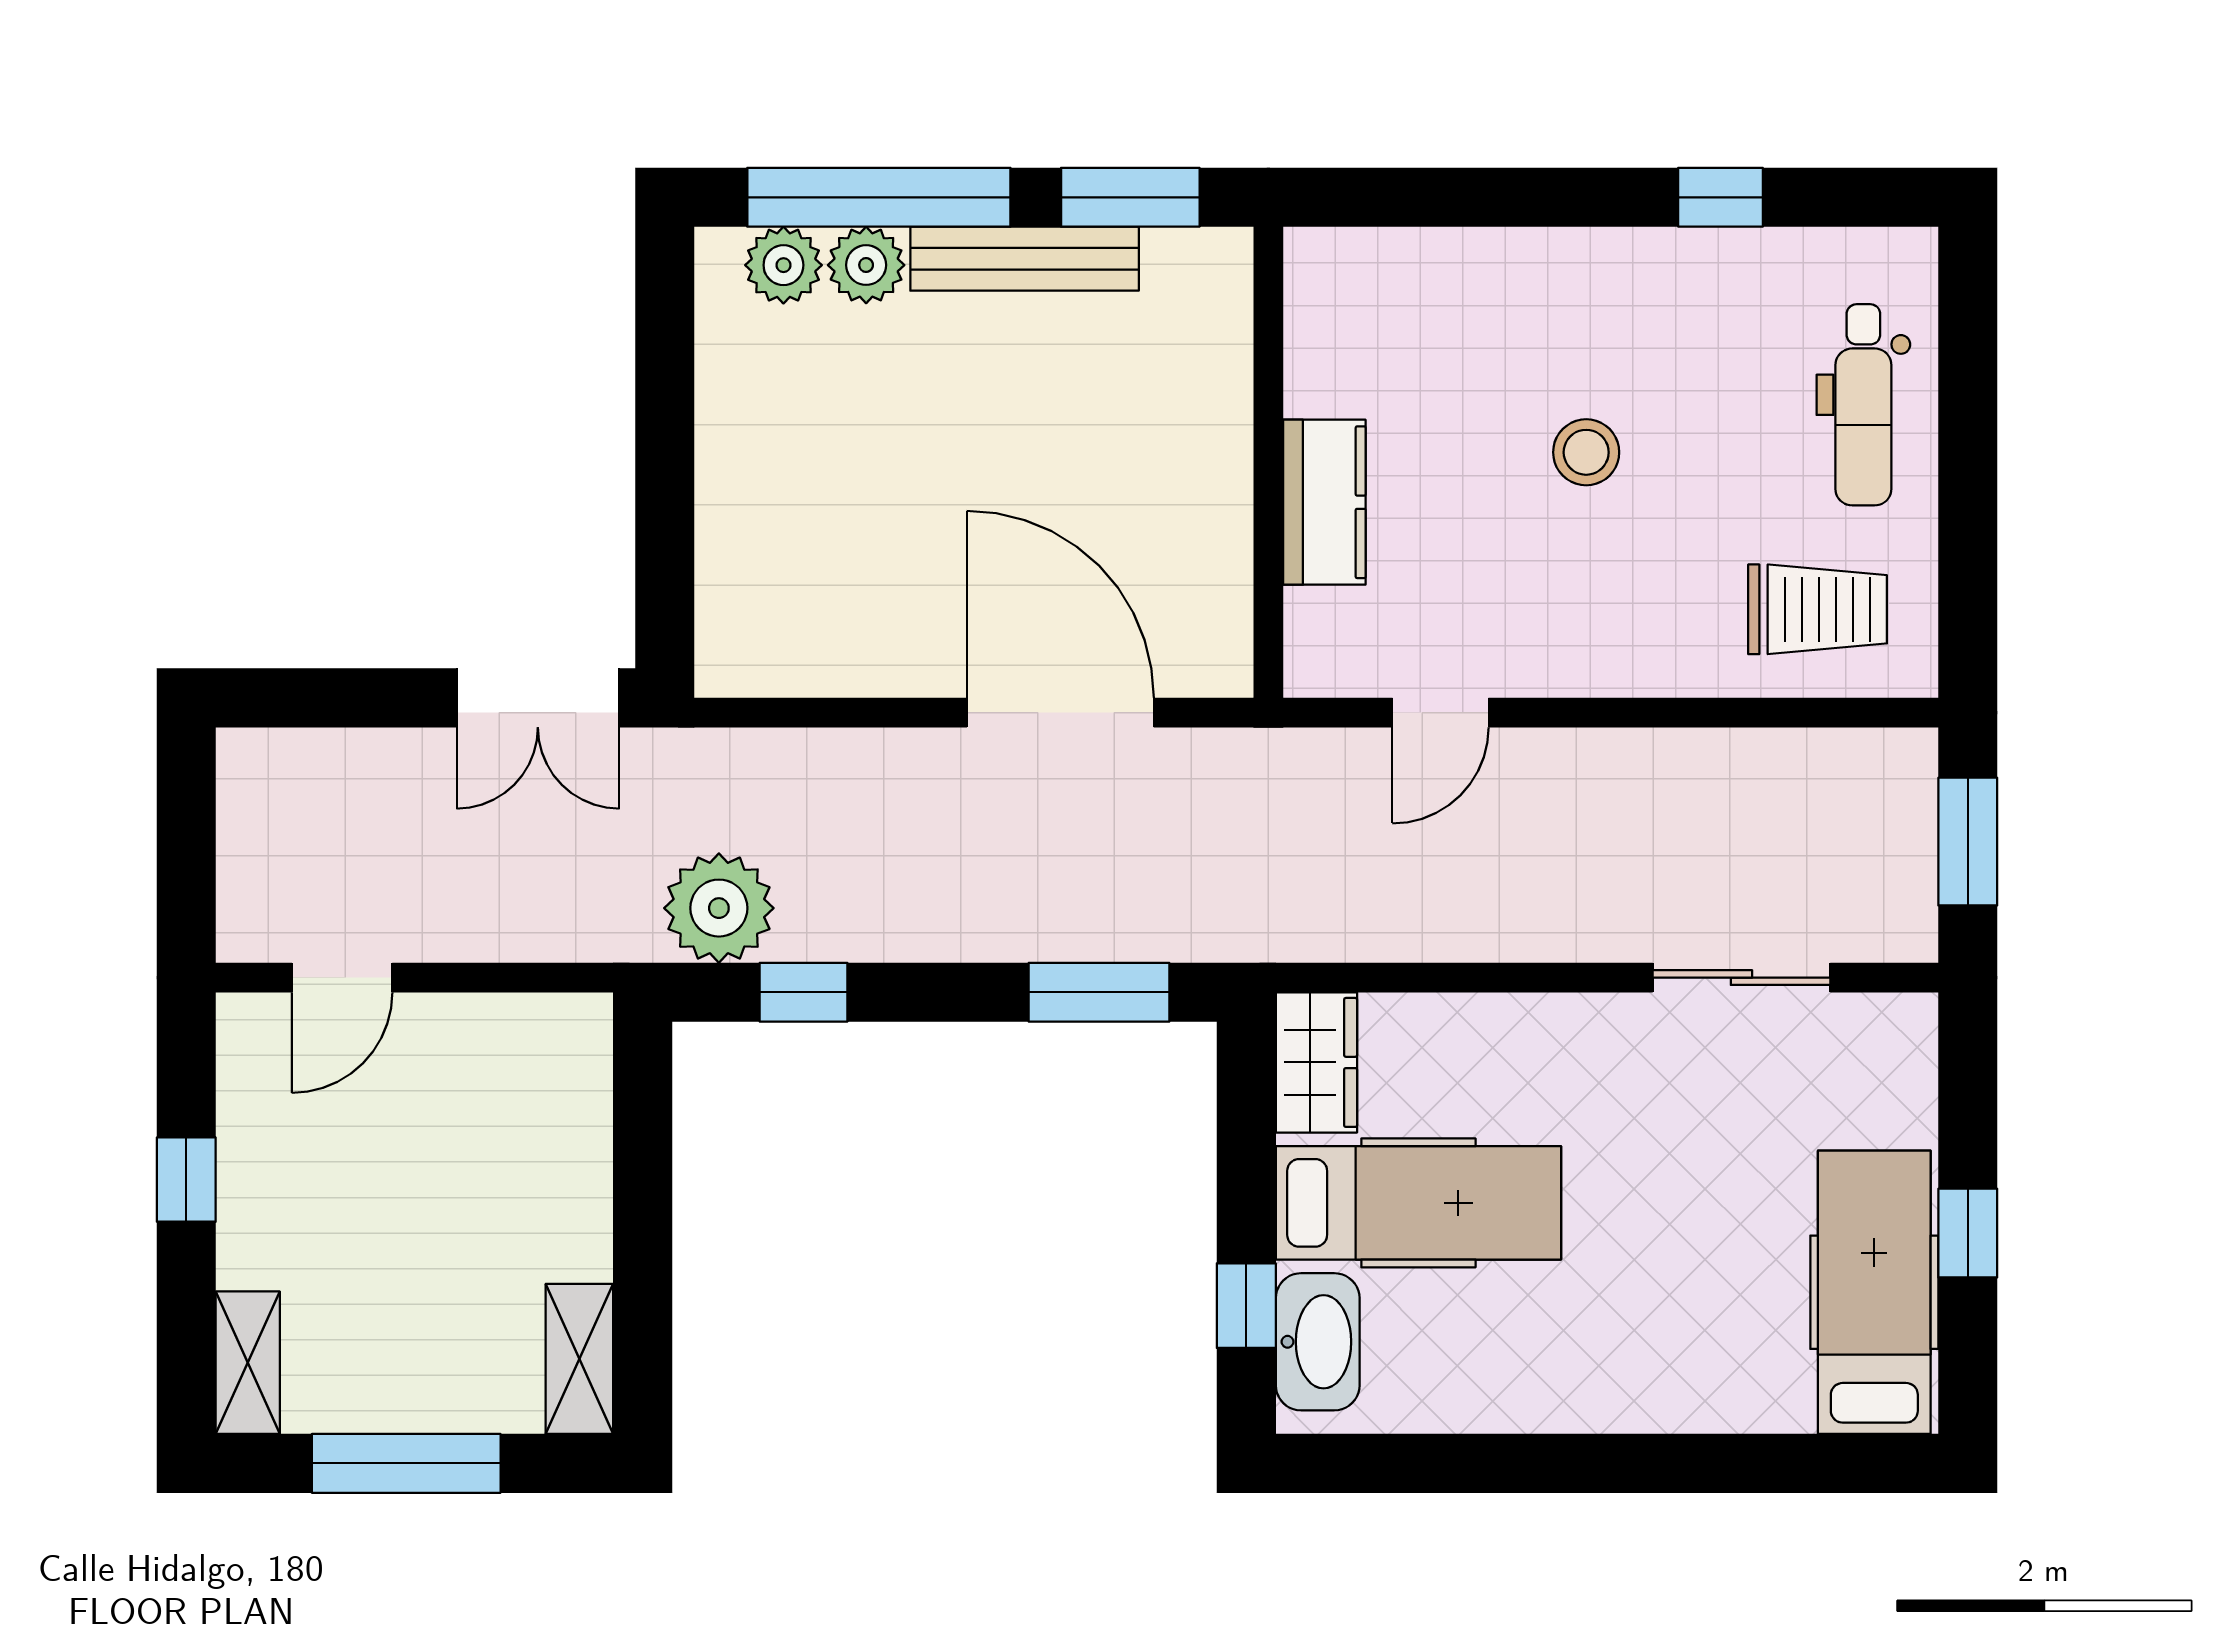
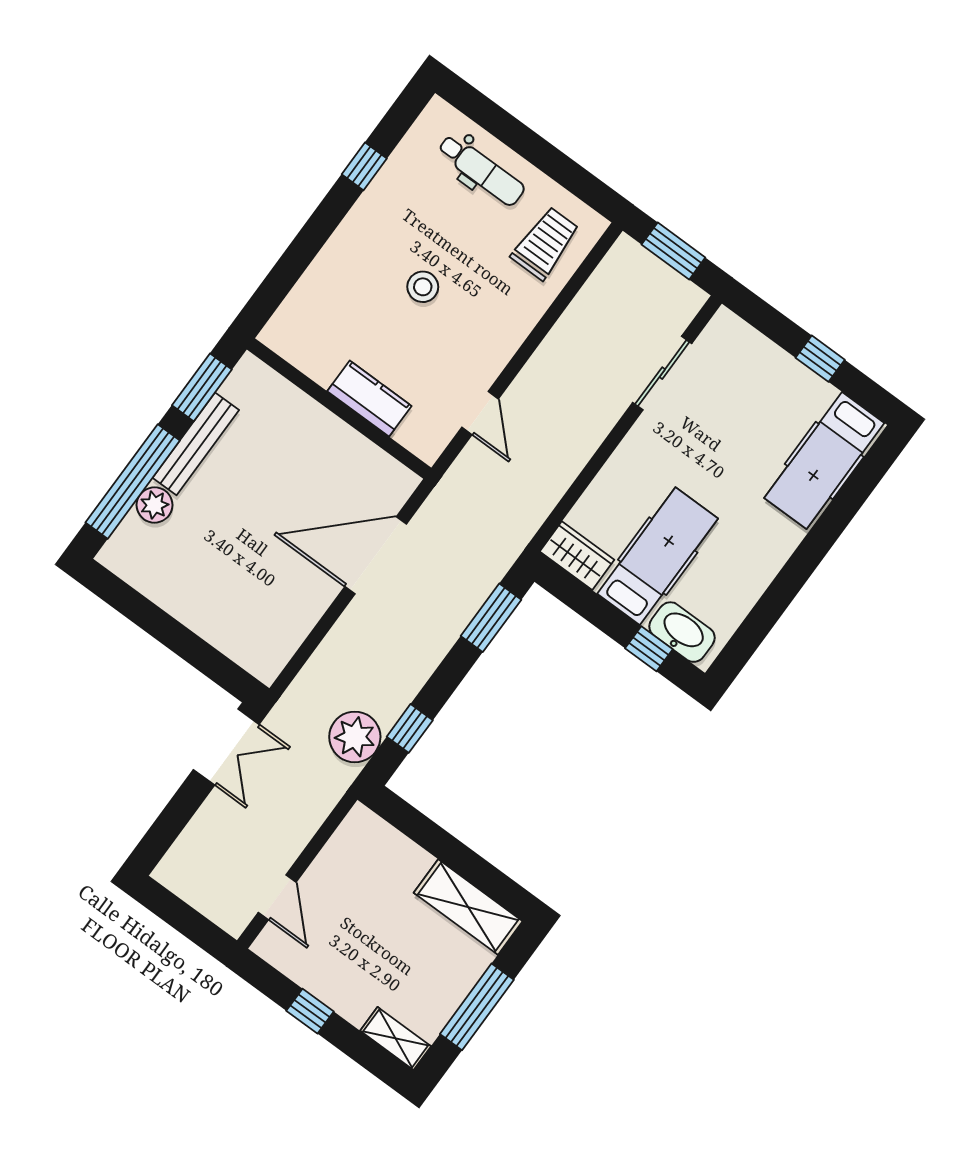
plant: (783, 265) -> (132, 536), removed
hospital bed: (1874, 1292) -> (824, 460), moved, turned -90
shelving: (579, 1359) -> (468, 907), width x1.50, depth x1.33

